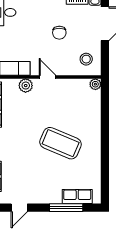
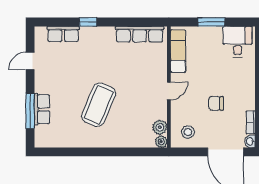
plant: (26, 86) -> (160, 127), moved
row of seats: (77, 196) -> (42, 109), moved
door: (19, 208) -> (30, 61), hinge flipped

